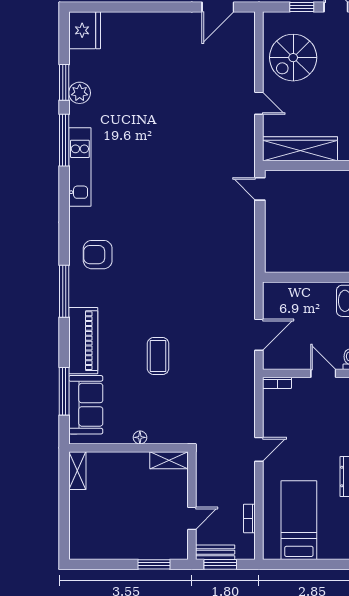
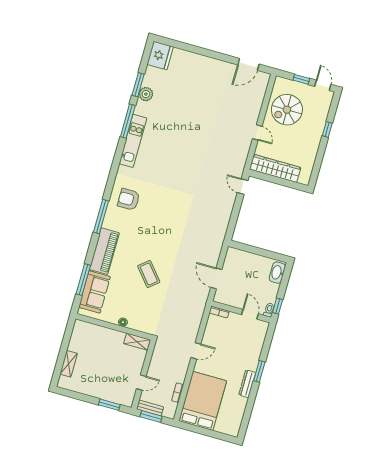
door: (259, 335) -> (216, 278), swing flipped
coffee table: (158, 356) -> (149, 274), turned -40
shelving: (77, 471) -> (69, 364), moved
bed: (299, 520) -> (203, 401), width x1.50

